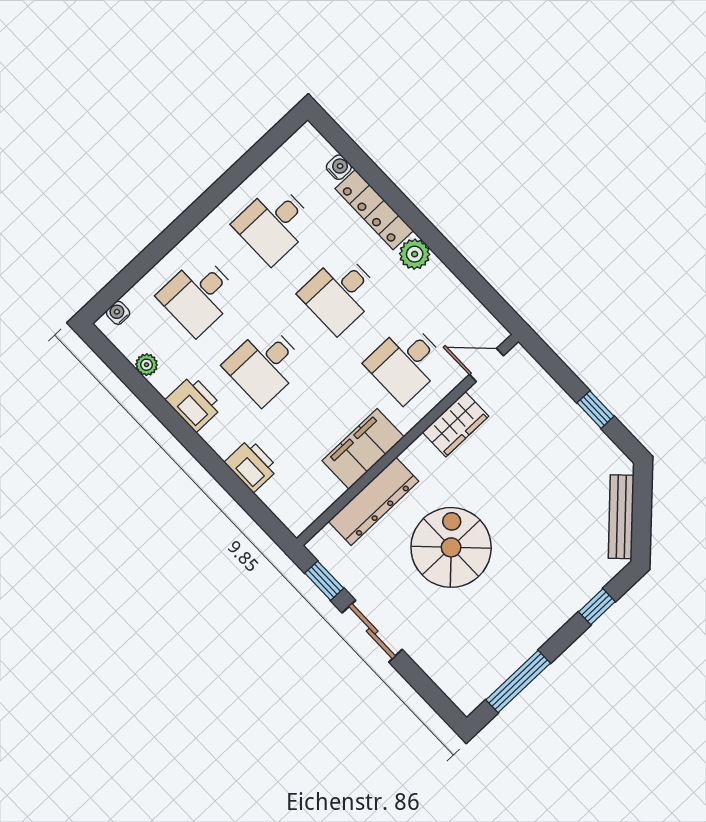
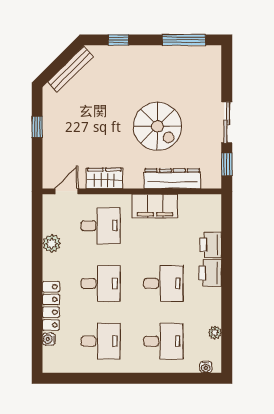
plant: (415, 254) -> (52, 243), moved
door: (486, 365) -> (66, 191), swing flipped
printer: (194, 403) -> (210, 273), moved
spiral stairs: (451, 547) -> (157, 126), turned -90

